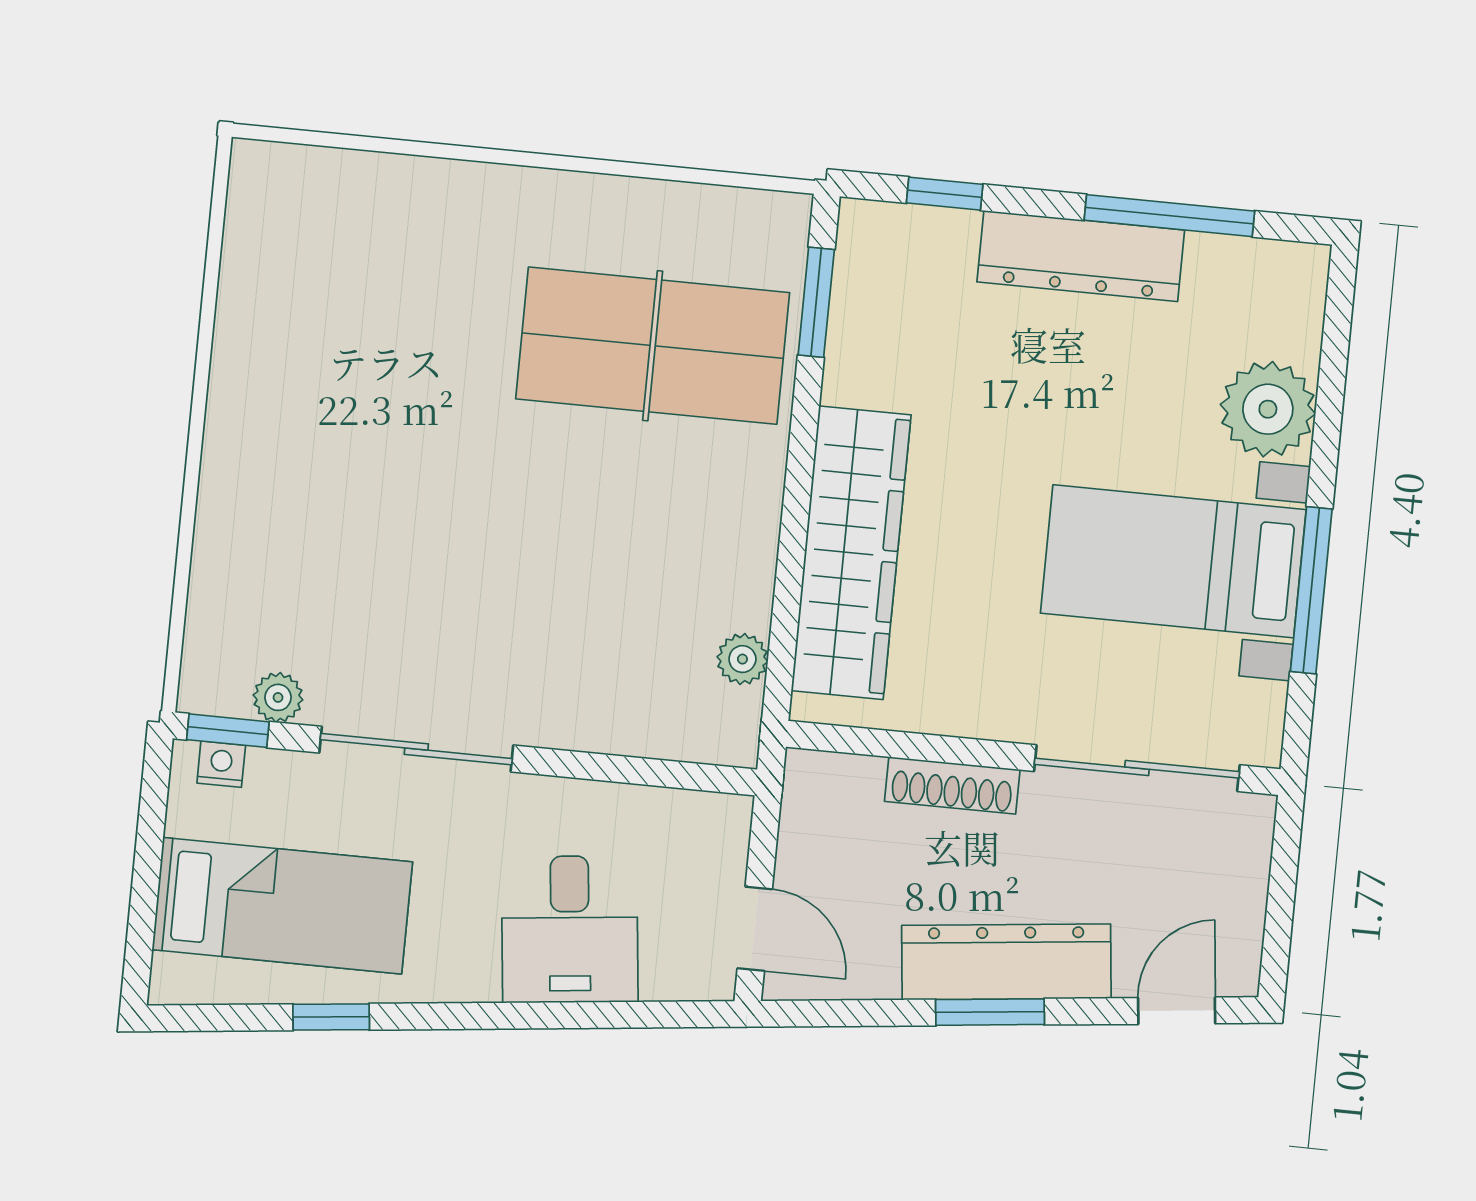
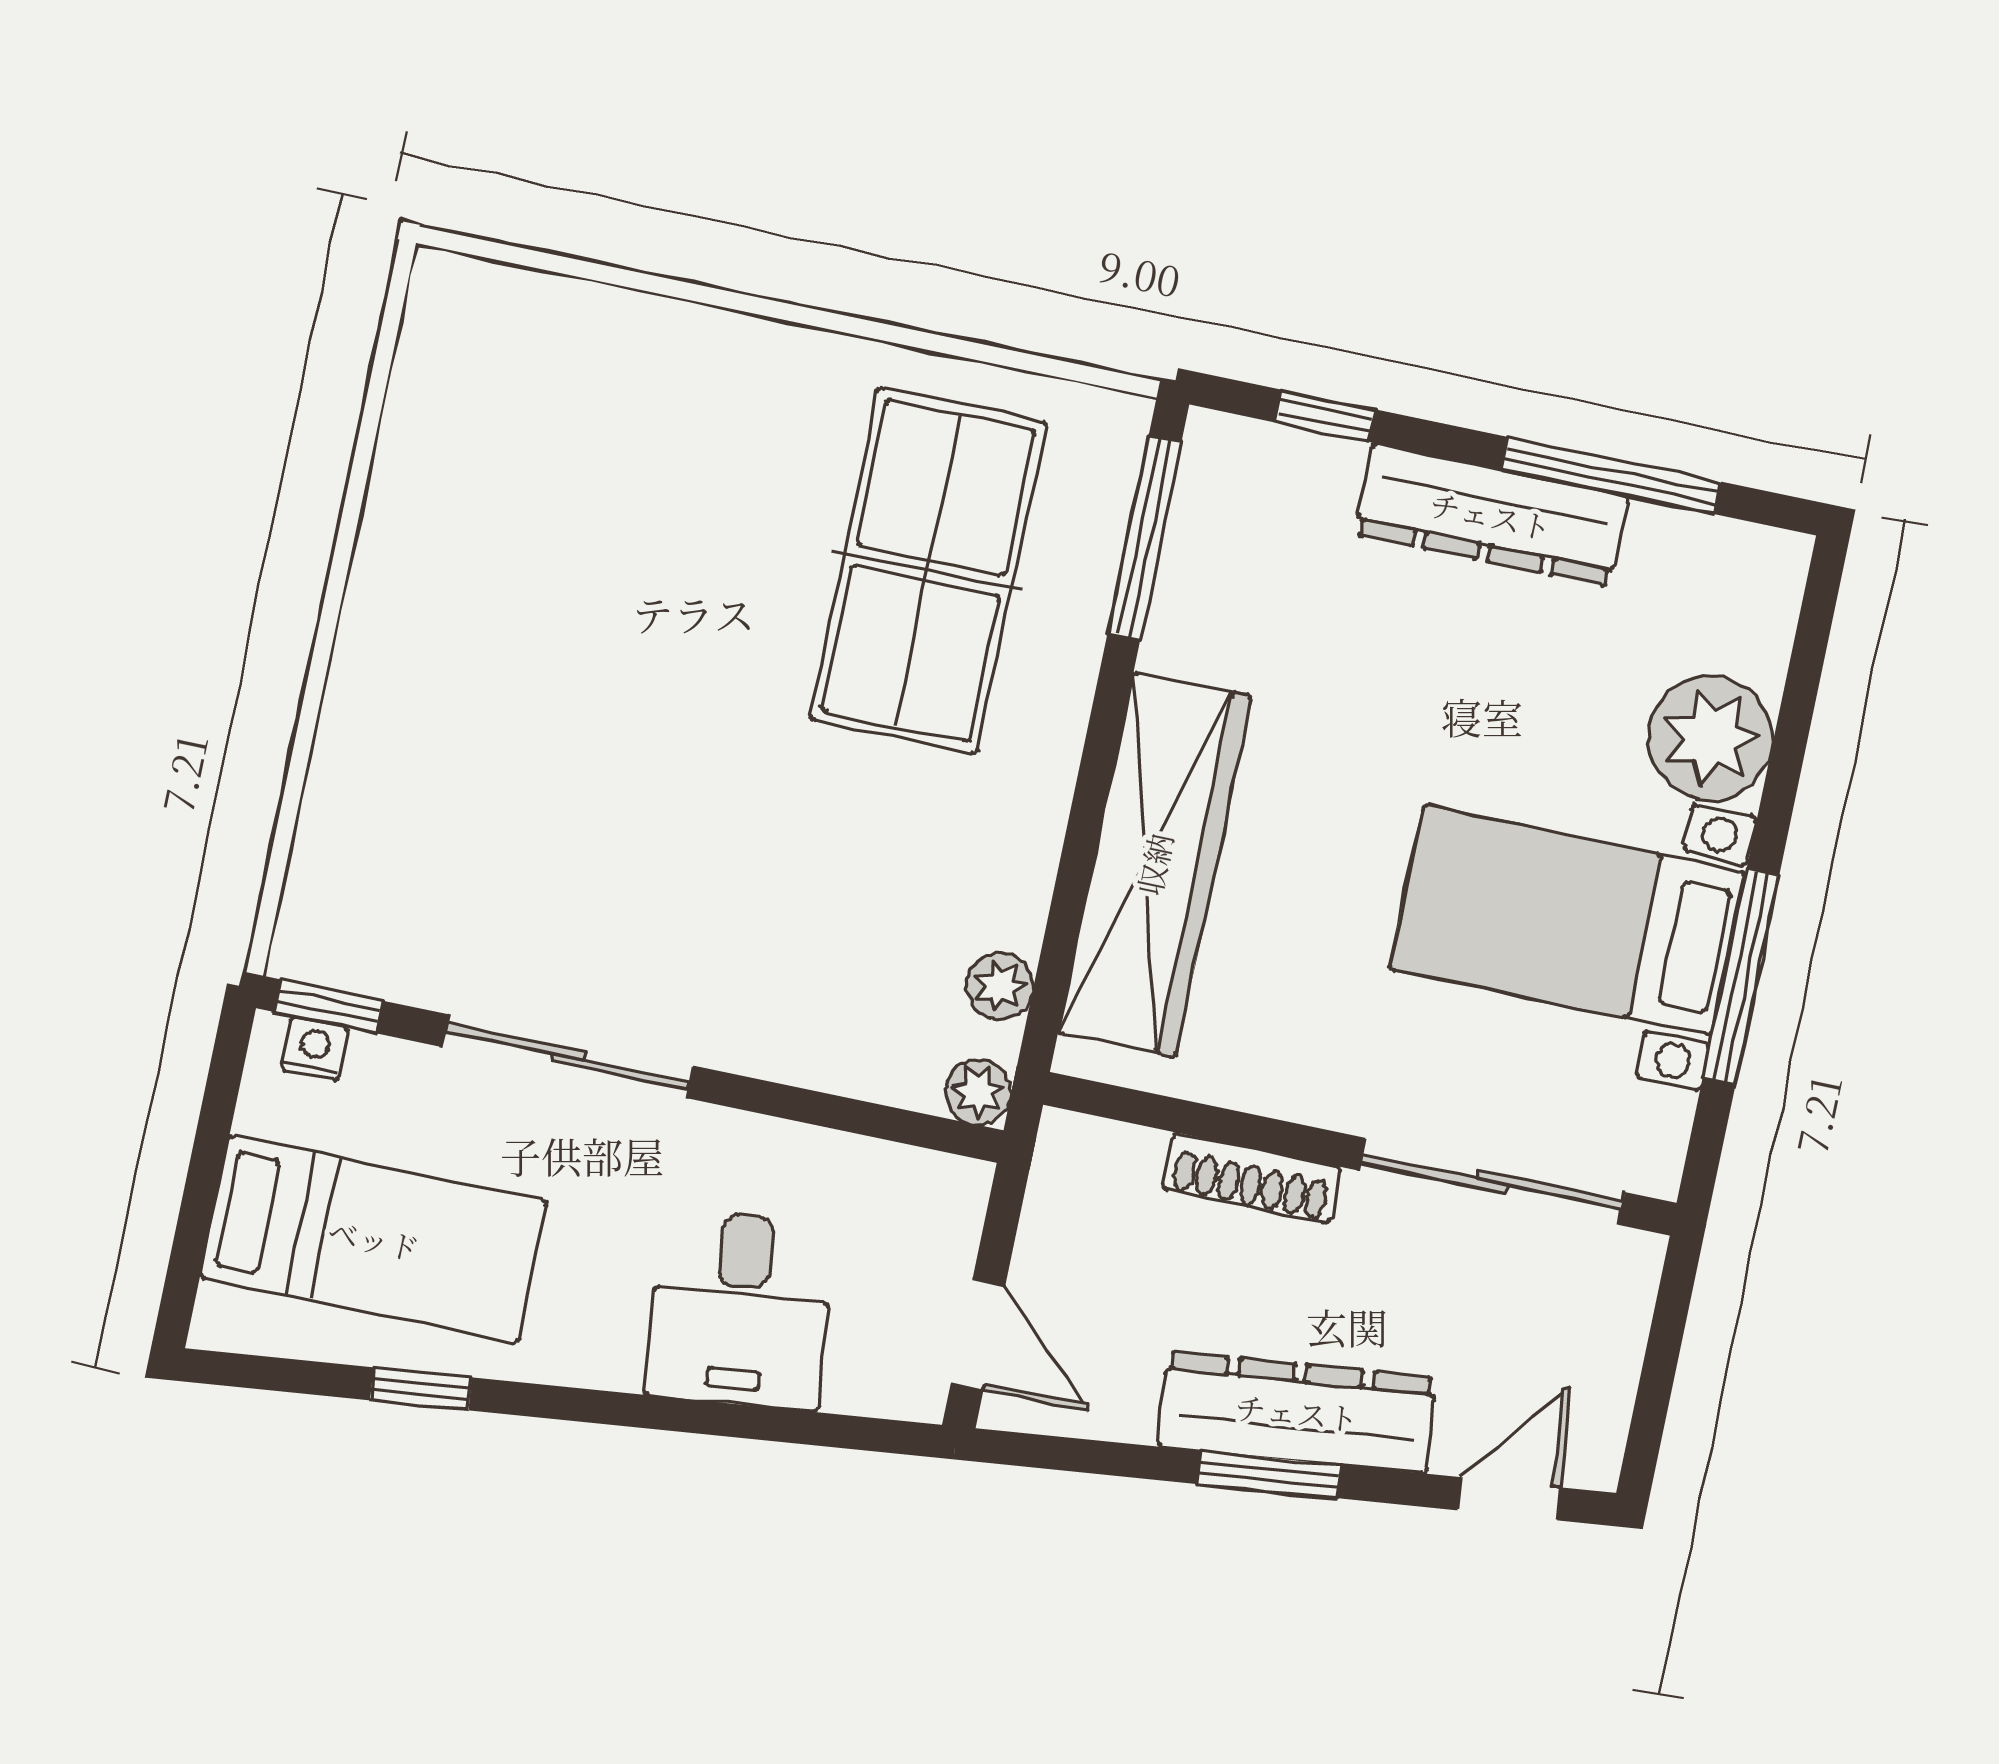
window: (816, 302) -> (1144, 537), width x1.44
table tennis table: (653, 346) -> (928, 571), turned 90
plant: (278, 697) -> (979, 1092), moved

